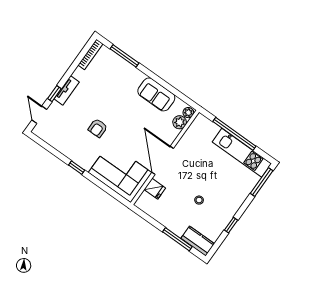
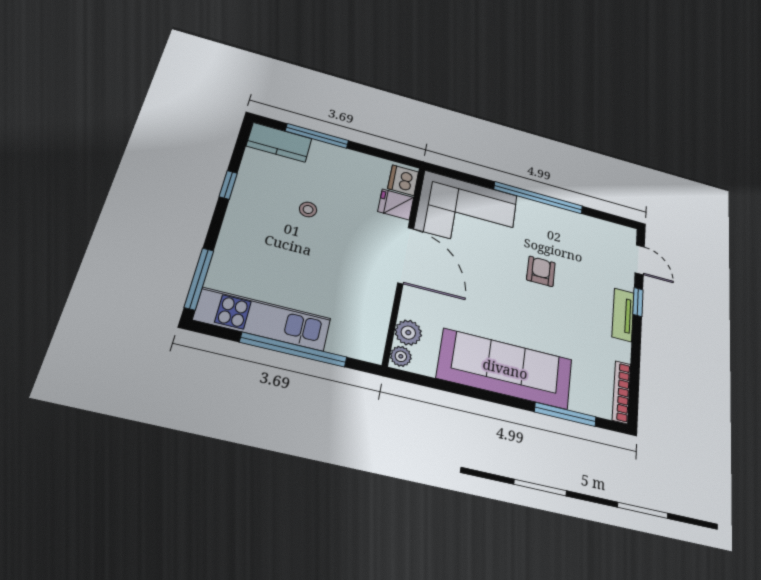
sofa: (156, 94) -> (505, 369), width x1.85, depth x1.27
window: (77, 168) -> (538, 198), width x3.17
dishwasher: (145, 201) -> (403, 180), added

